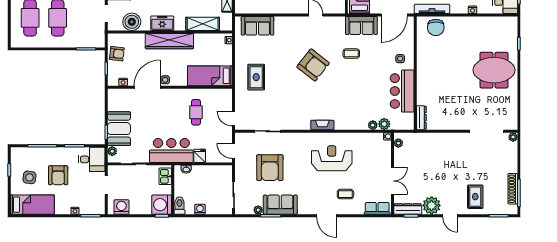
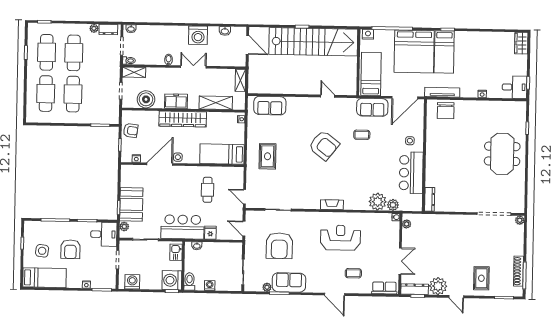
meeting table: (494, 70) -> (502, 154), turned 90
plant: (373, 125) -> (378, 202), width x1.88, depth x1.88

